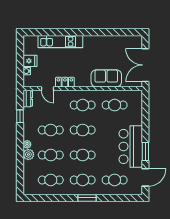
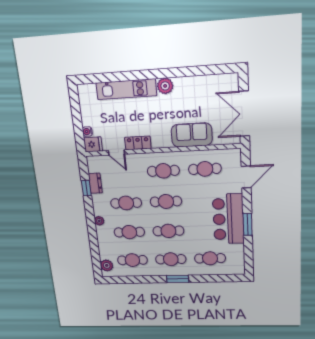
plant: (89, 41) -> (165, 86), added
fridge: (30, 61) -> (93, 144), moved
dresser: (28, 98) -> (95, 183), moved
plant: (28, 154) -> (107, 265), moved
door: (145, 177) -> (246, 177), moved

